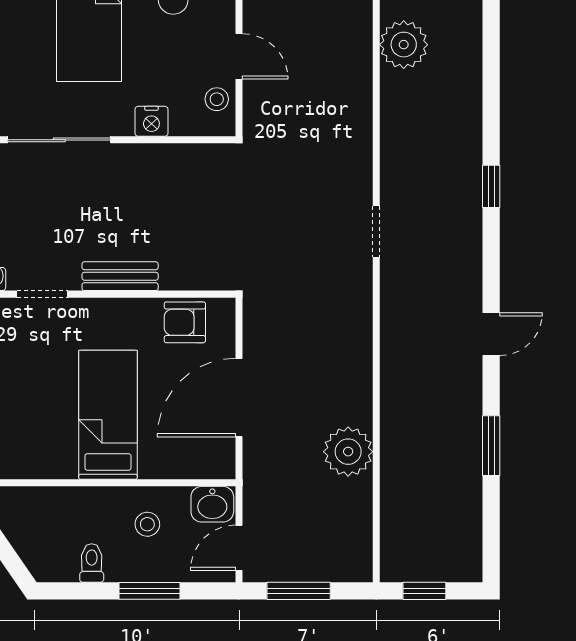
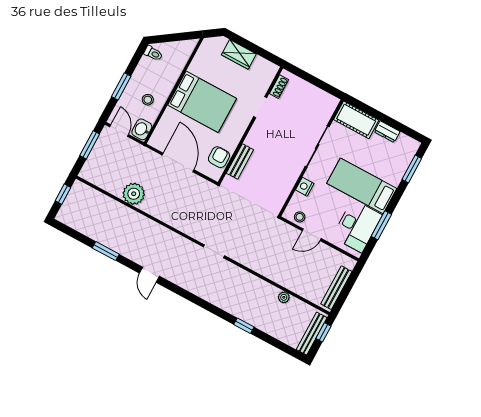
plant: (404, 45) -> (284, 297), width x0.53, depth x0.53
window: (491, 186) -> (244, 326), moved
bench: (120, 276) -> (240, 161), moved
bed: (108, 415) -> (202, 102), width x1.50
toilet: (92, 563) -> (153, 53), moved

